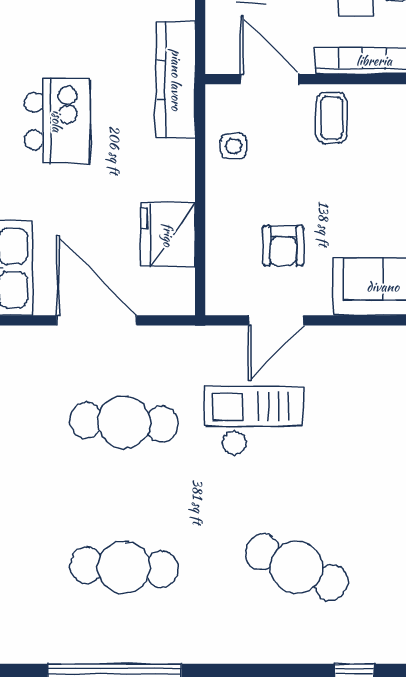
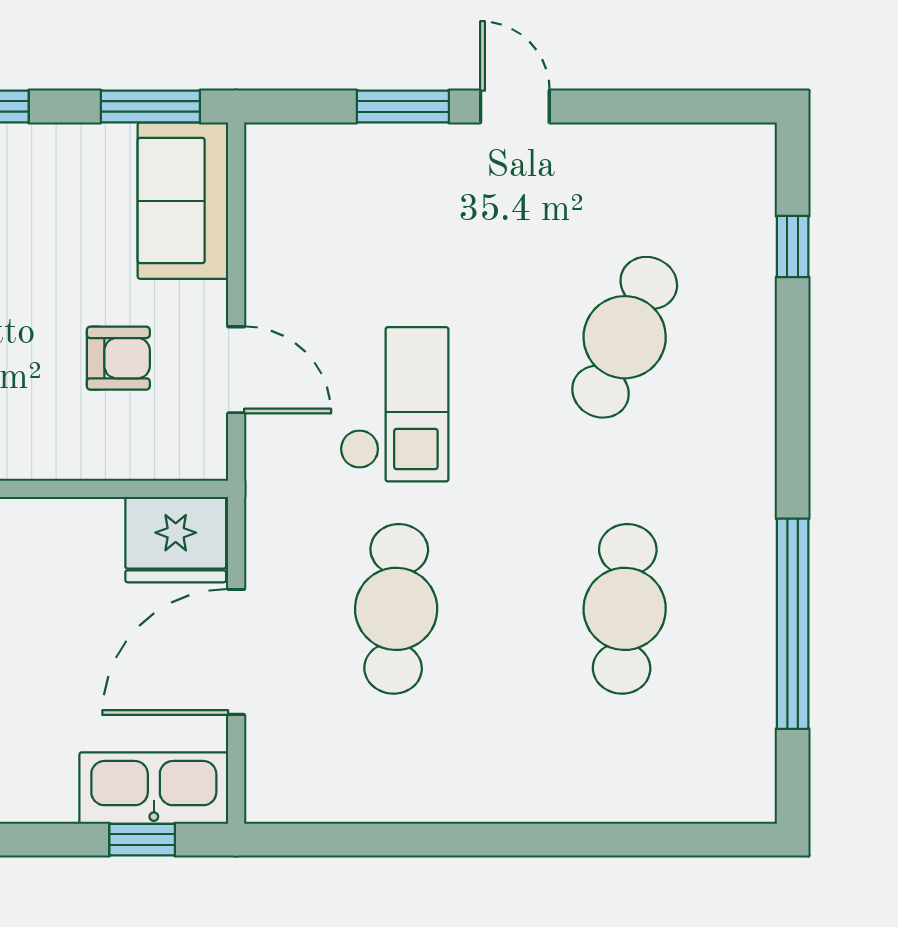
fridge: (168, 235) -> (176, 540), moved
checkout: (254, 421) -> (394, 404), turned 180

